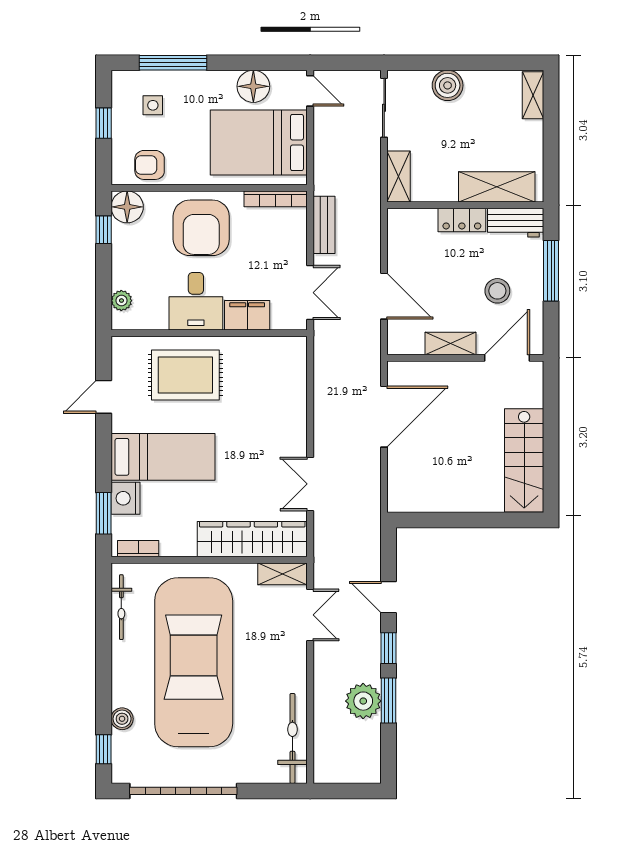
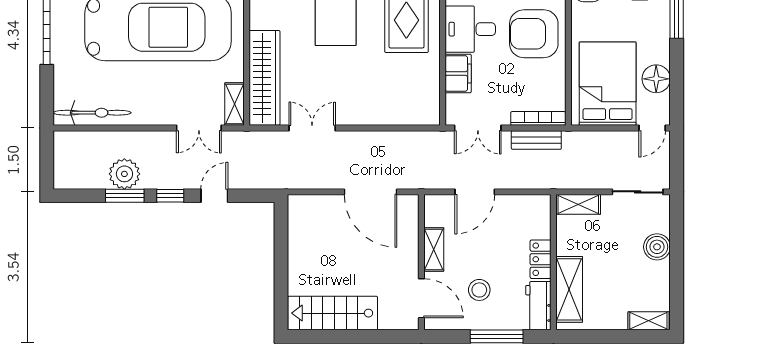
bookcase: (276, 199) -> (538, 118), moved, turned 90

